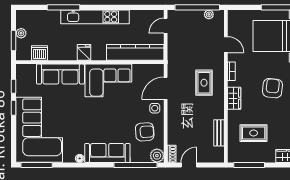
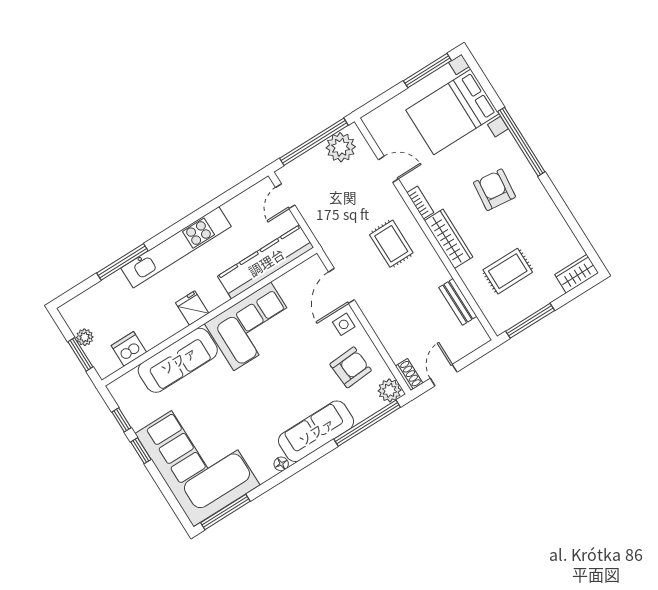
plant: (209, 14) -> (341, 147), width x1.88, depth x1.88
wardrobe: (234, 98) -> (449, 239), width x1.50

